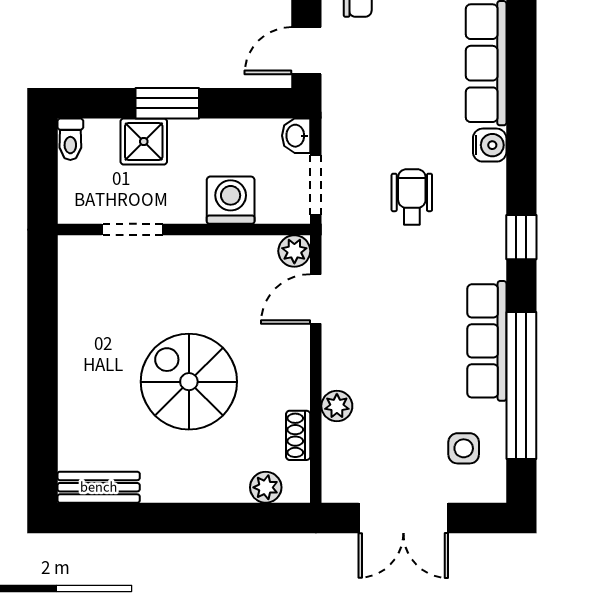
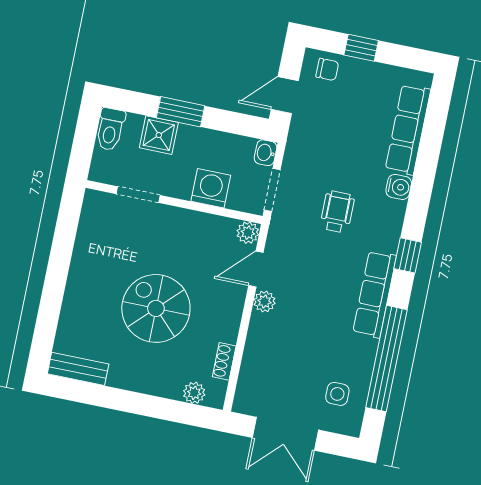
toilet: (70, 139) -> (110, 129), width x1.37, depth x1.39
row of seats: (487, 341) -> (375, 294), moved
plant: (337, 406) -> (265, 301), moved

